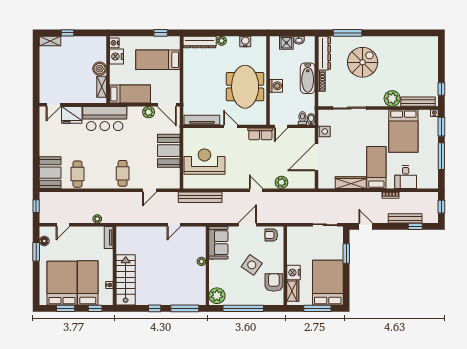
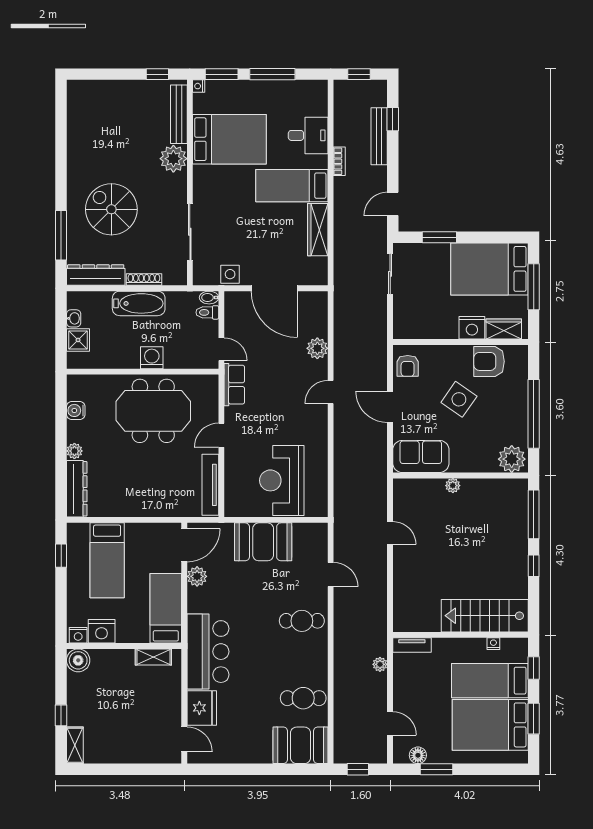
boiler: (100, 69) -> (78, 660), moved
bench: (200, 197) -> (343, 488), removed

